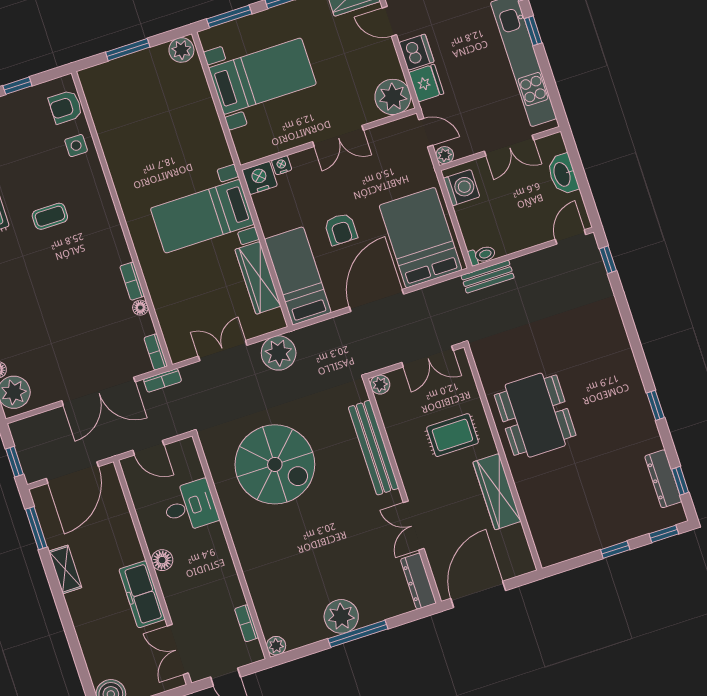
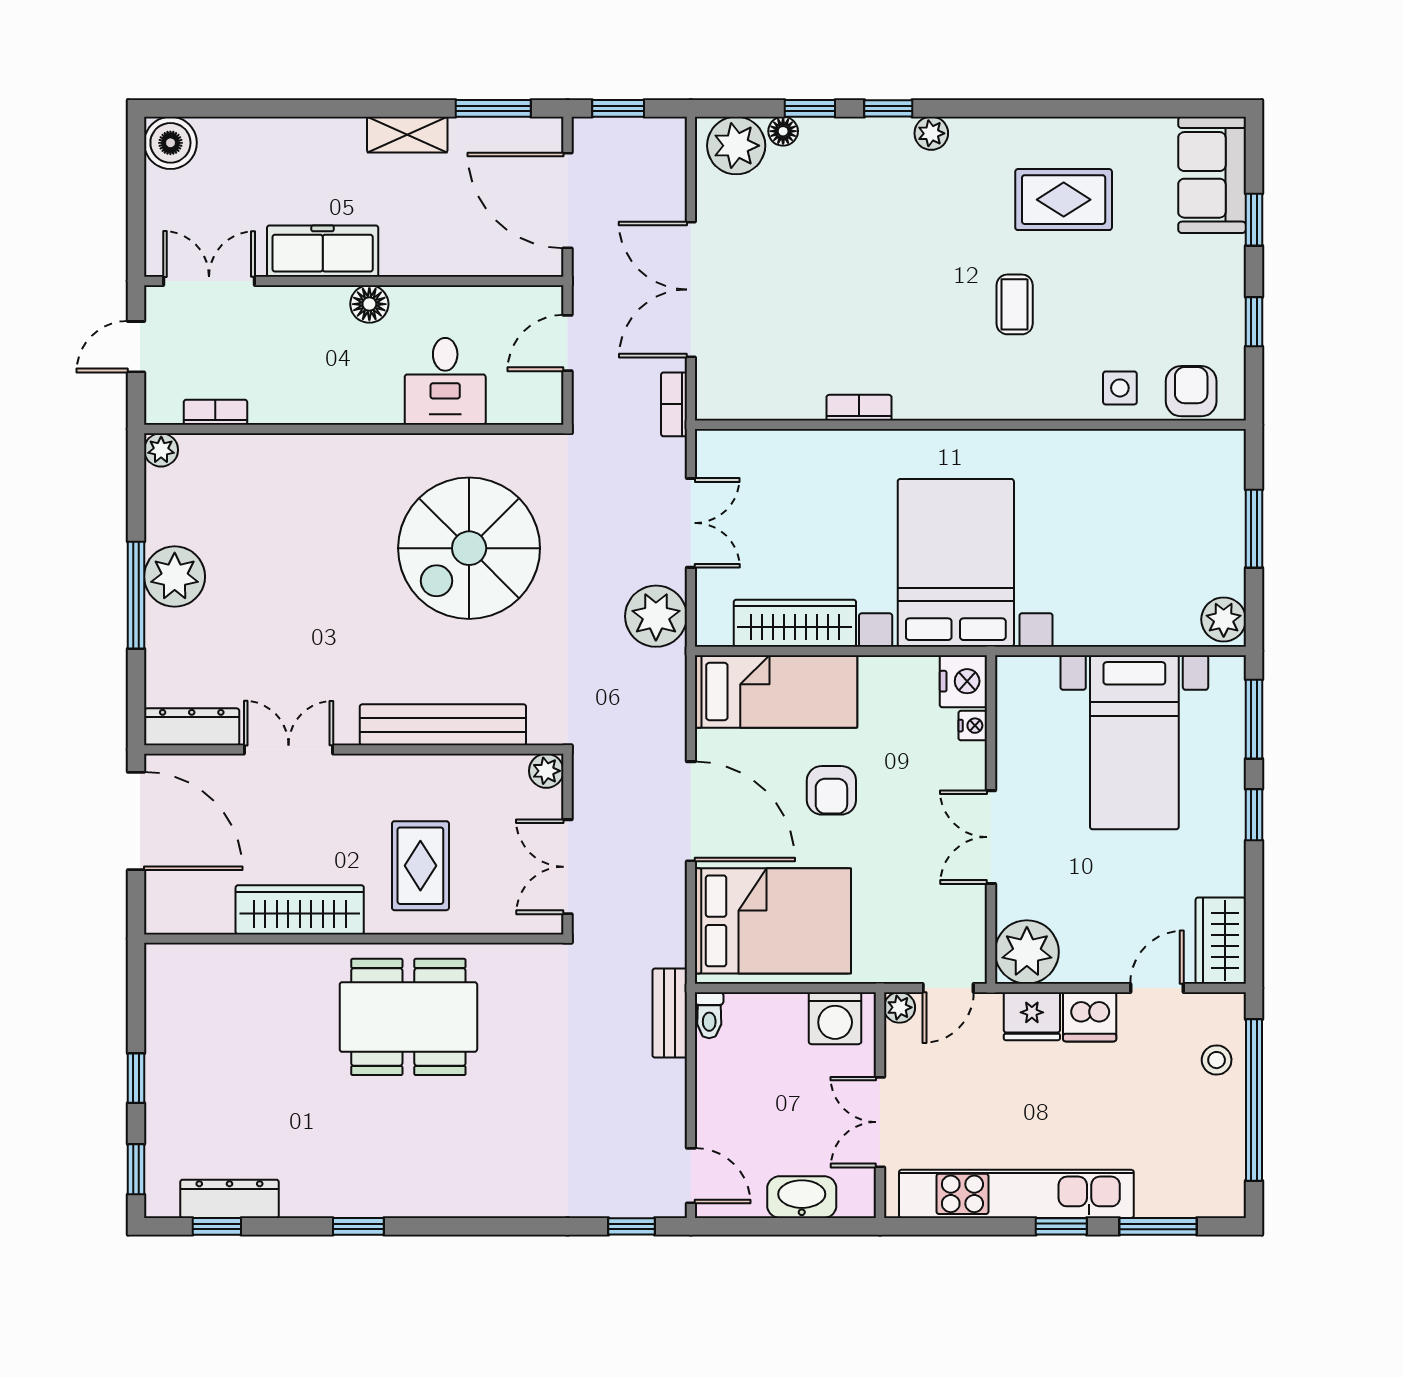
bed with nightstands: (202, 216) -> (956, 563), width x1.36
armchair: (341, 229) -> (831, 790), turned -90
floor lamp: (140, 308) -> (810, 407), removed
bookcase: (156, 352) -> (726, 408), removed

